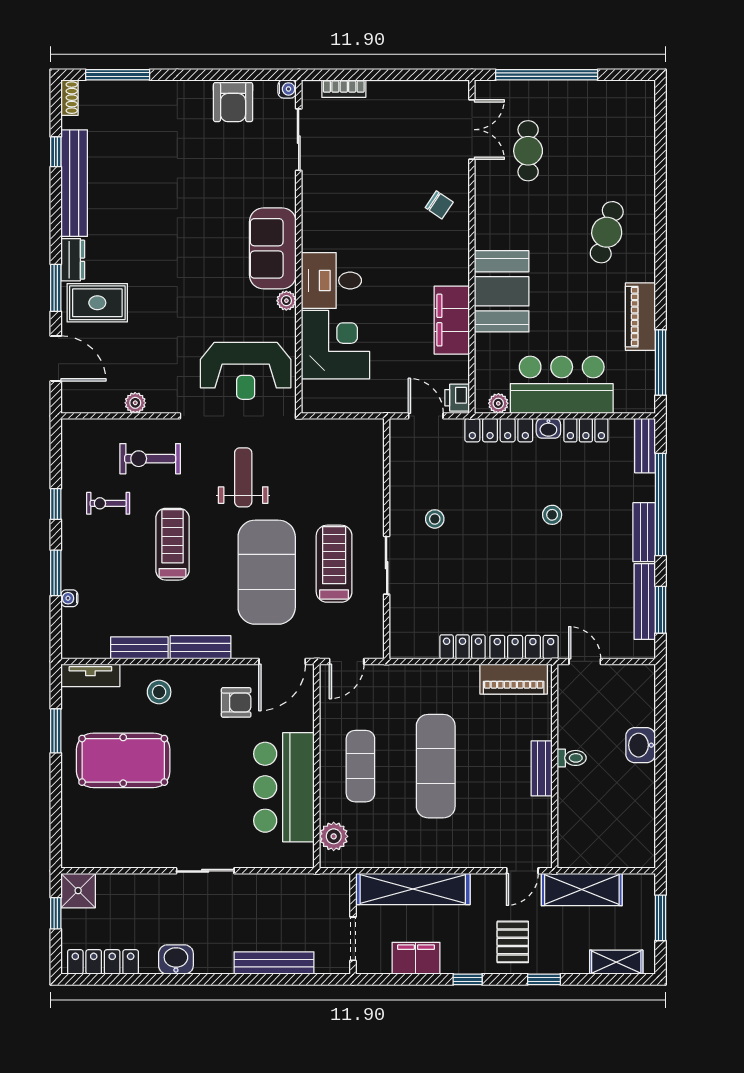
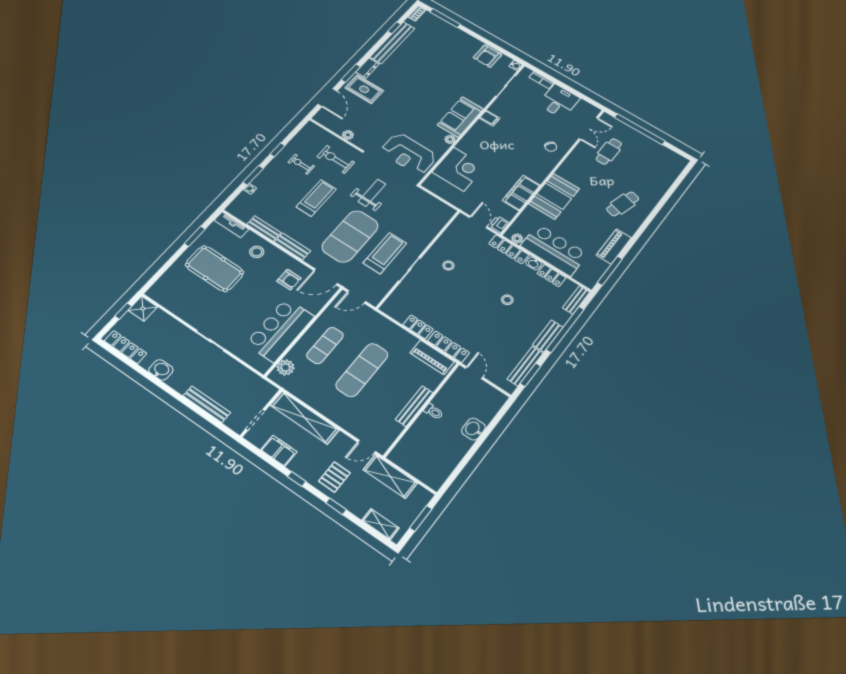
filing cabinet: (316, 219) -> (490, 118), added
desk: (331, 280) -> (559, 101), moved, turned 90
bench: (542, 768) -> (414, 406), width x1.36

